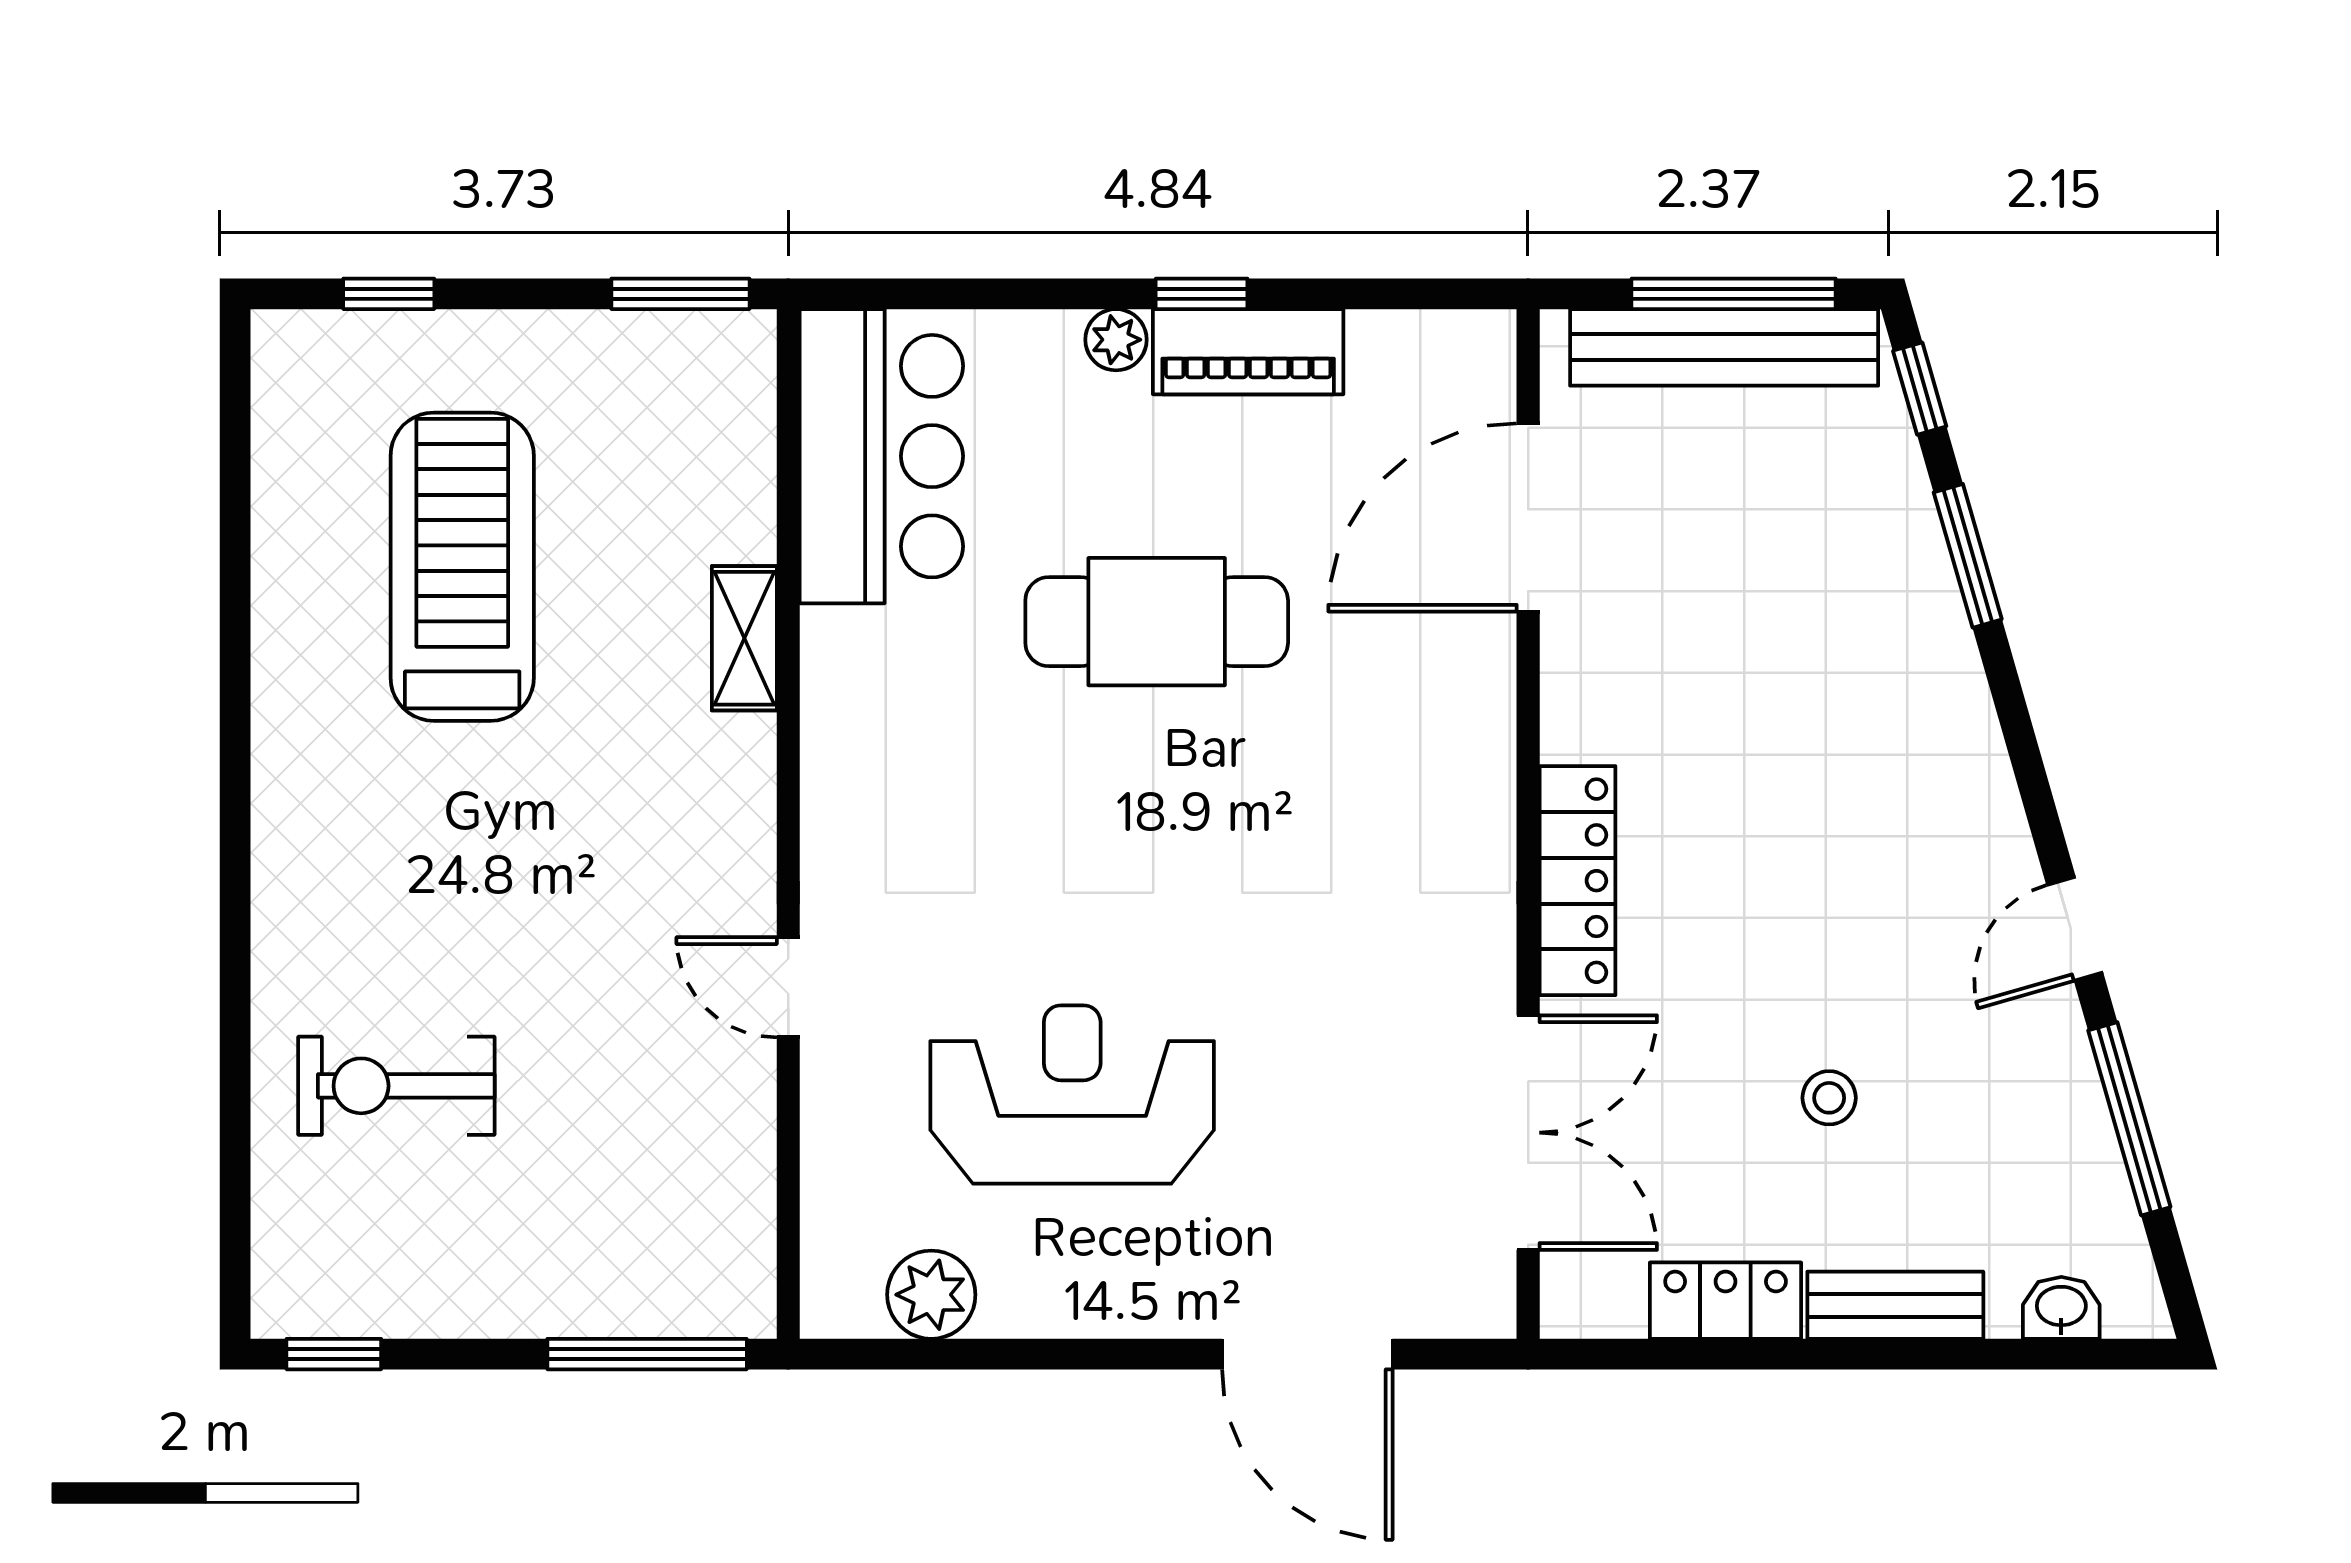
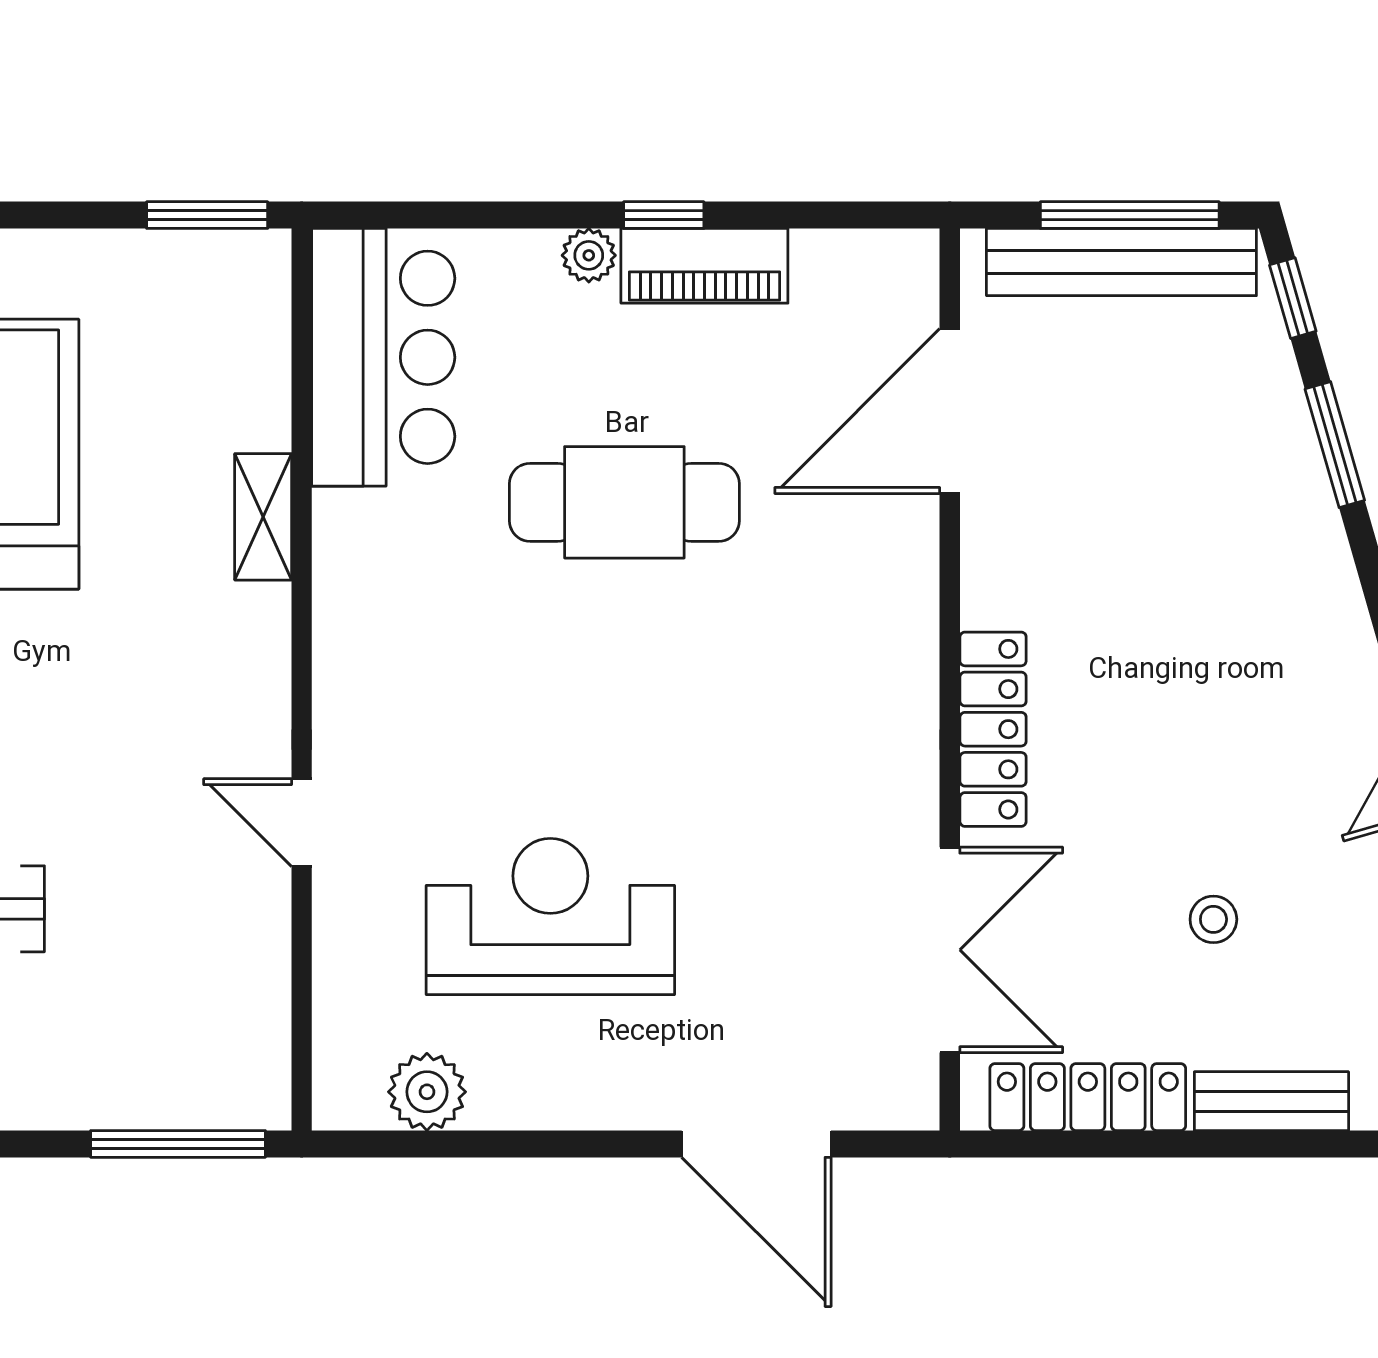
locker: (1726, 1301) -> (1088, 1097), width x1.53

